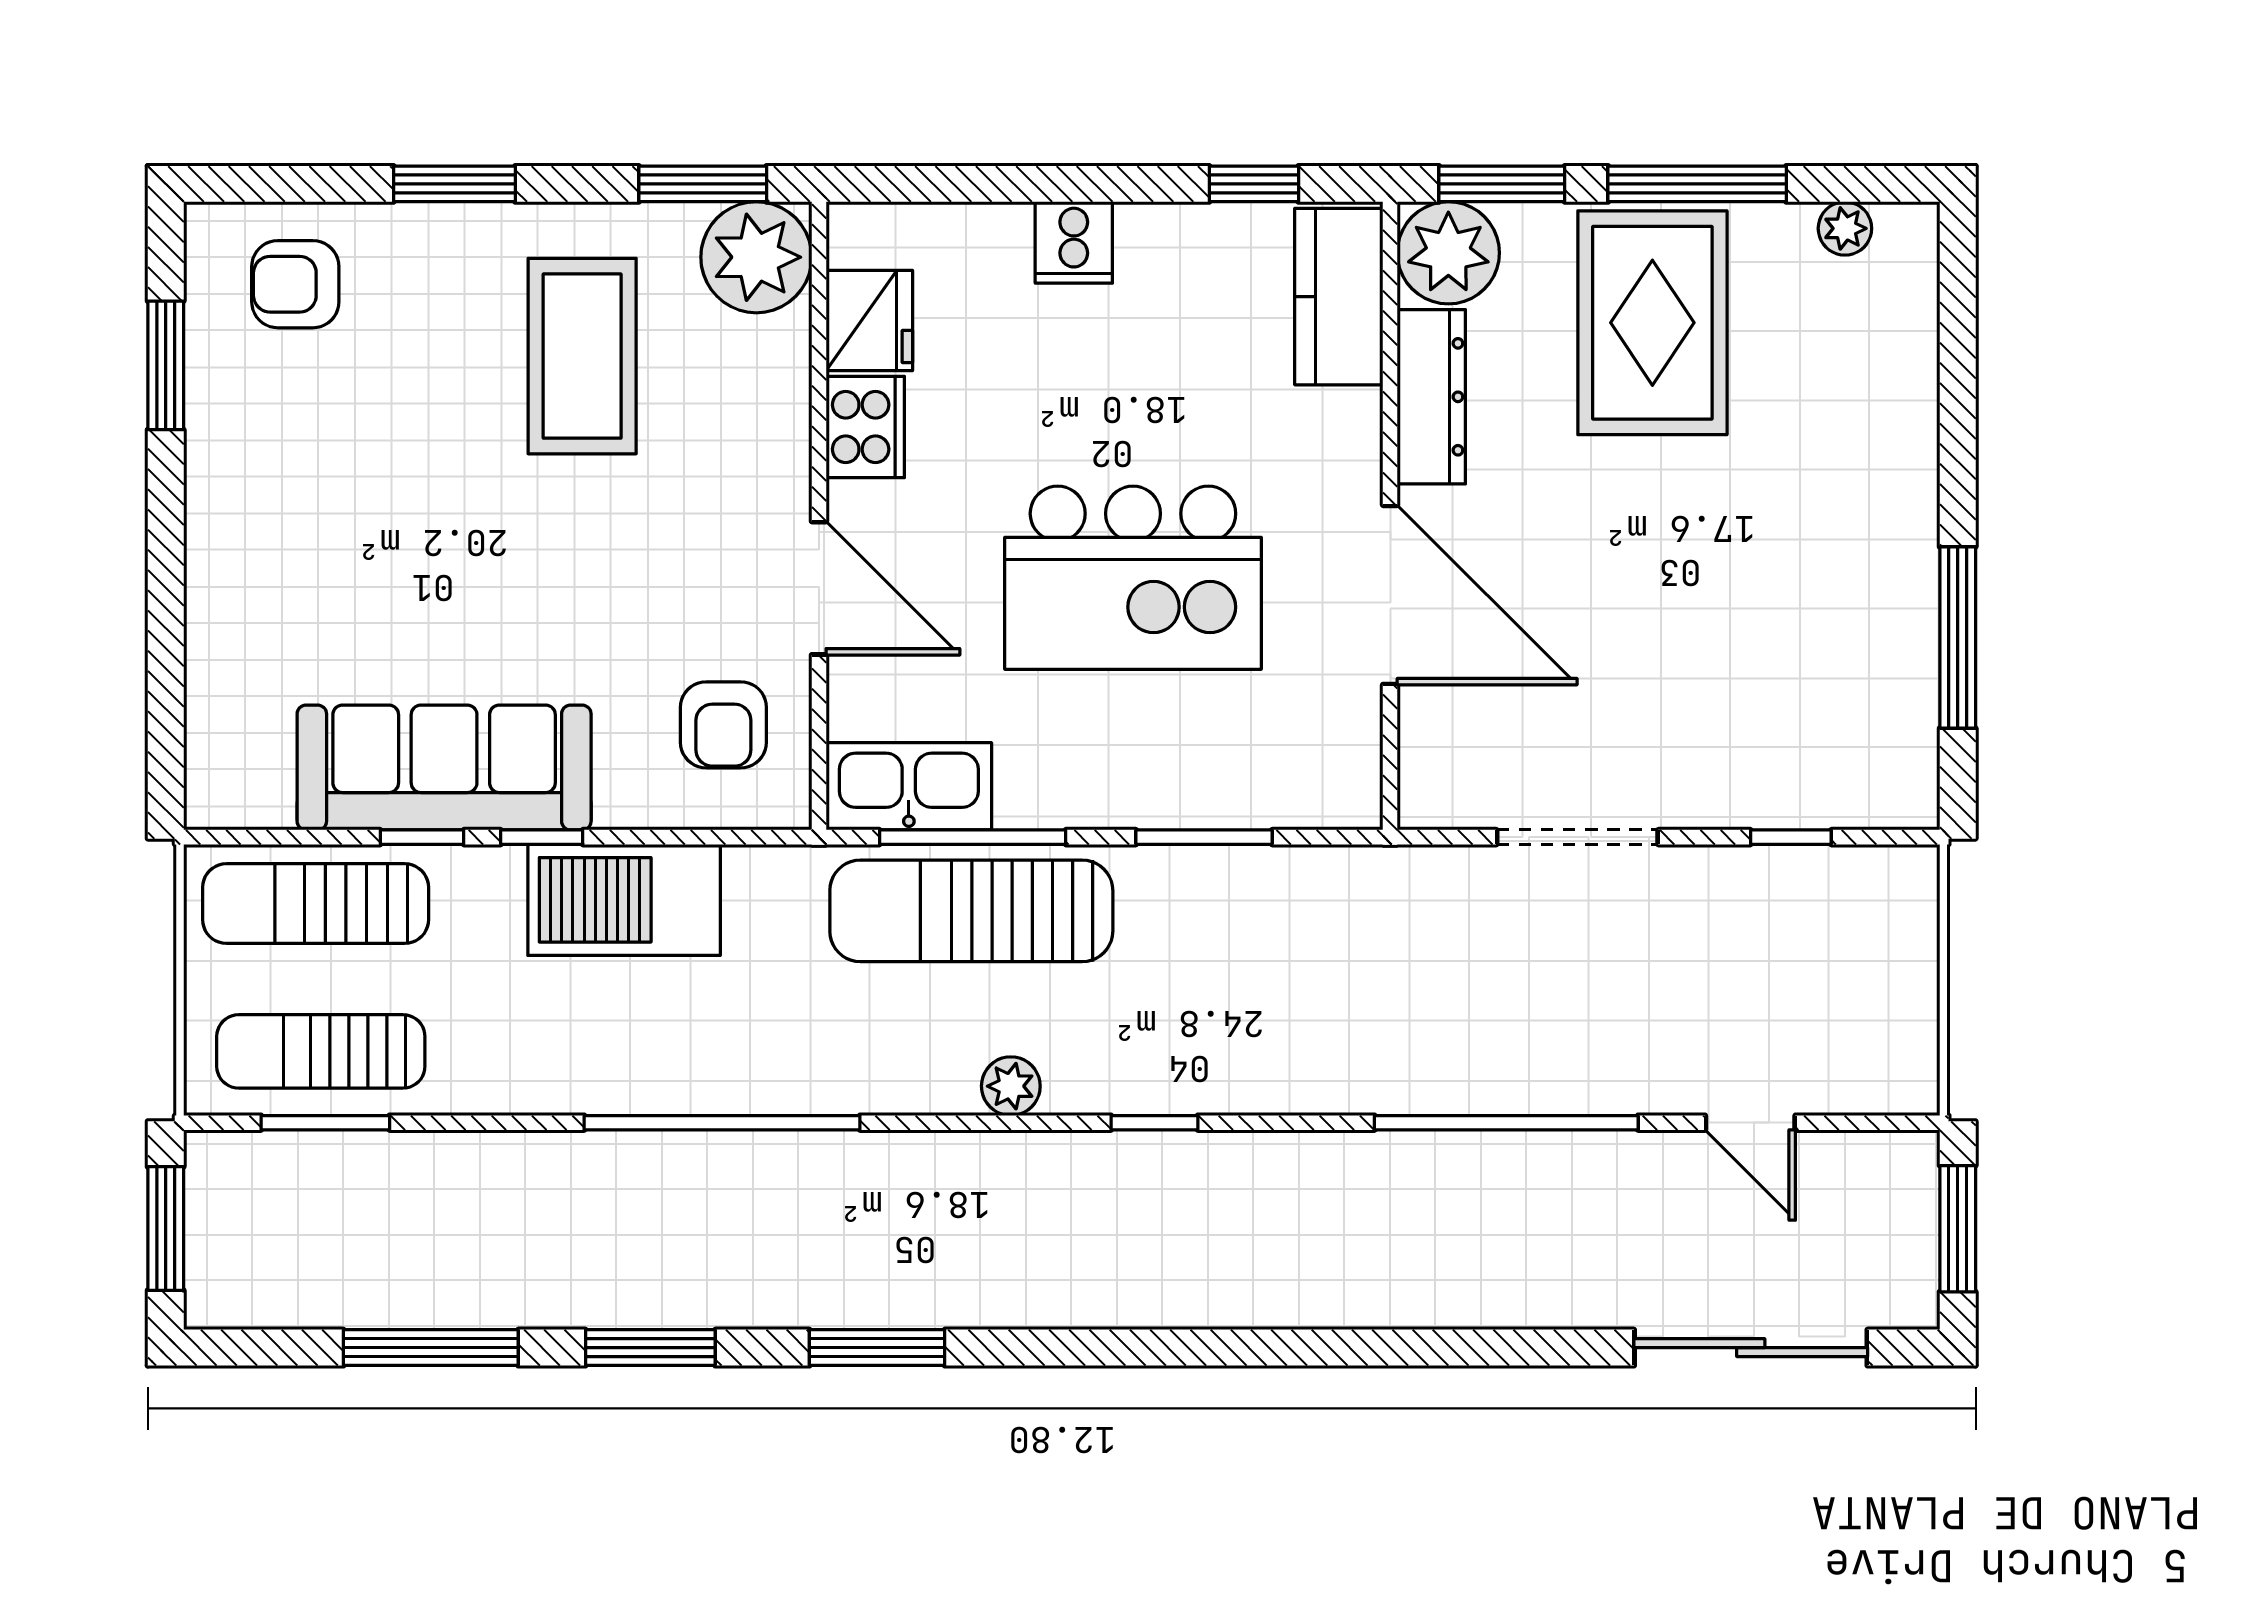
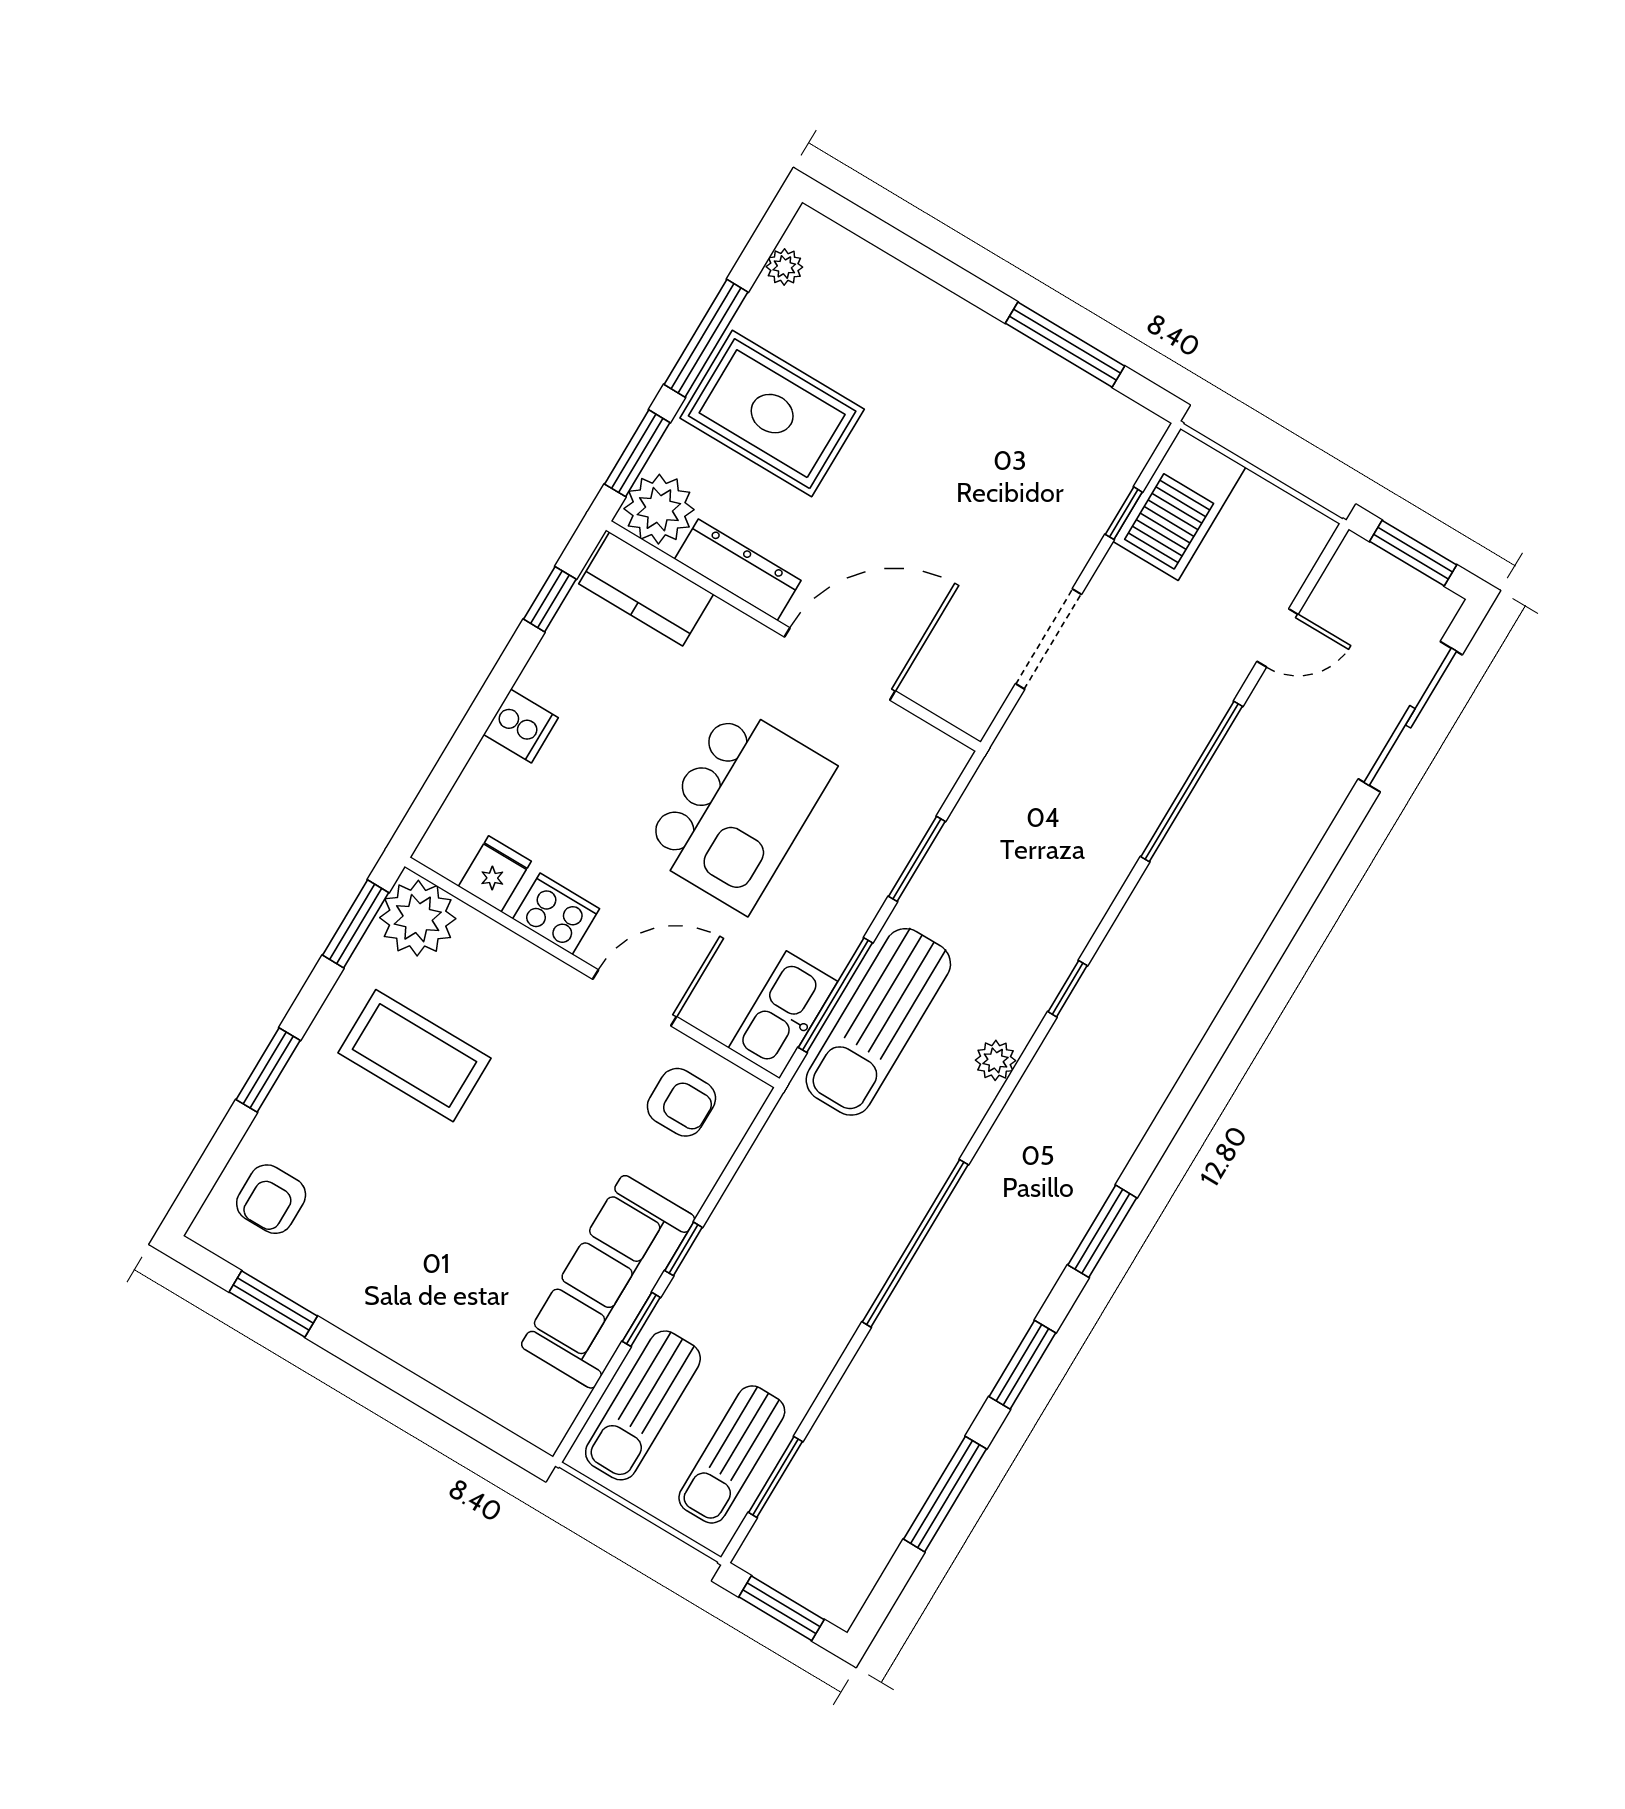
fridge: (869, 320) -> (495, 874), width x0.72
barbecue: (624, 900) -> (1179, 504), moved

